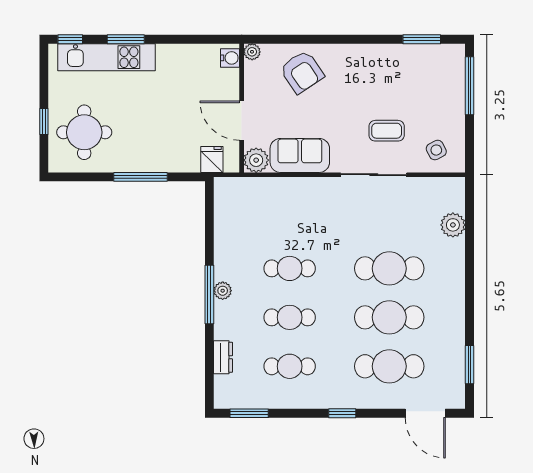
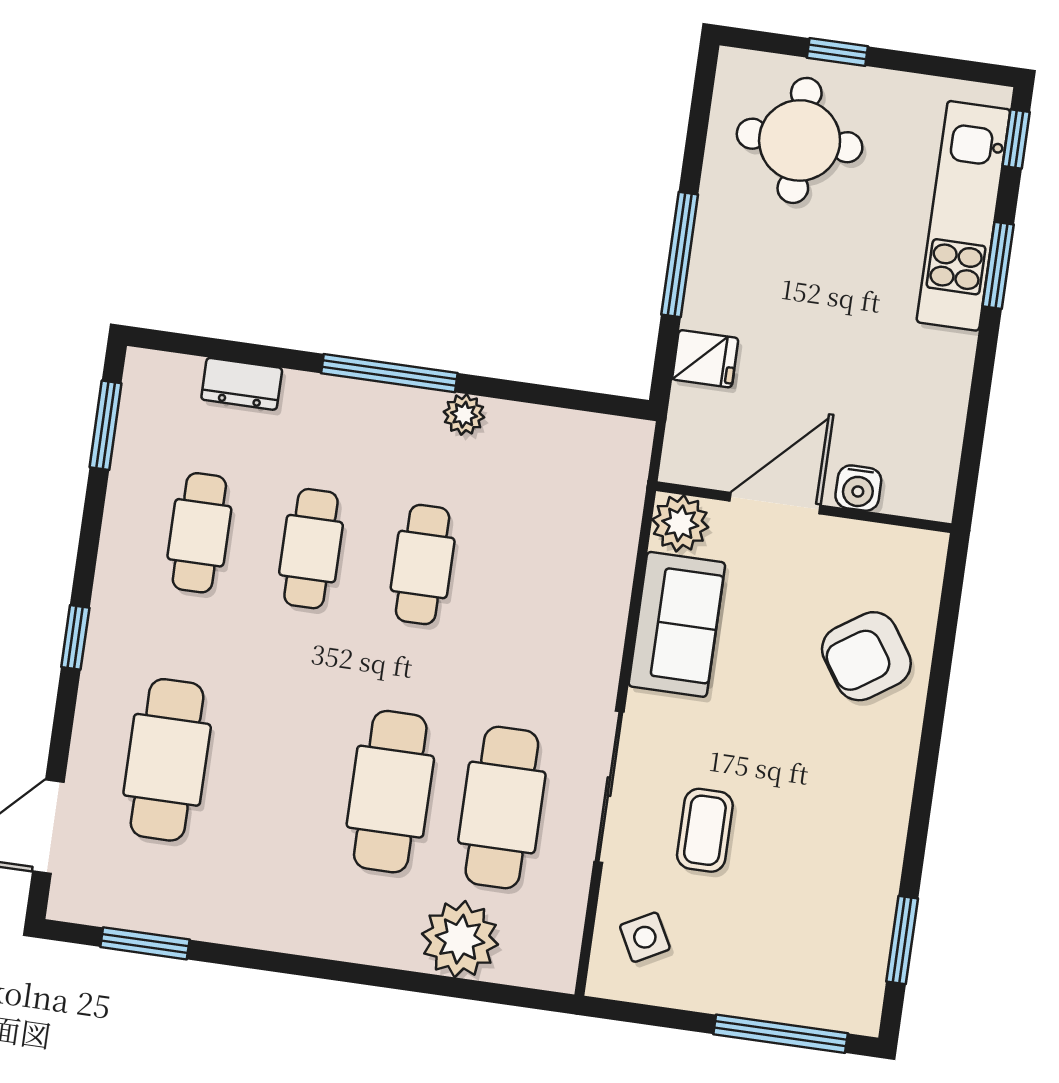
plant: (252, 52) -> (929, 549), removed
water cooler: (230, 58) -> (858, 488), moved
fridge: (212, 159) -> (705, 359), moved
plant: (453, 225) -> (460, 939), width x1.36, depth x1.36
plant: (223, 291) -> (464, 415), moved
cafe table: (389, 317) -> (502, 808), moved

